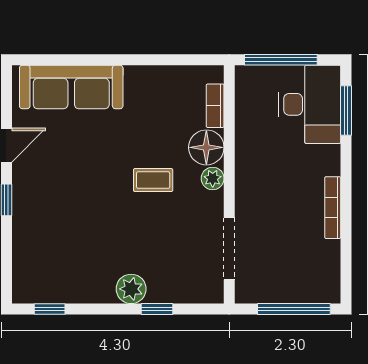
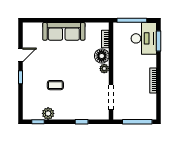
sofa: (71, 87) -> (64, 31), moved
coffee table: (153, 180) -> (55, 85), moved
plant: (131, 289) -> (48, 113), moved

